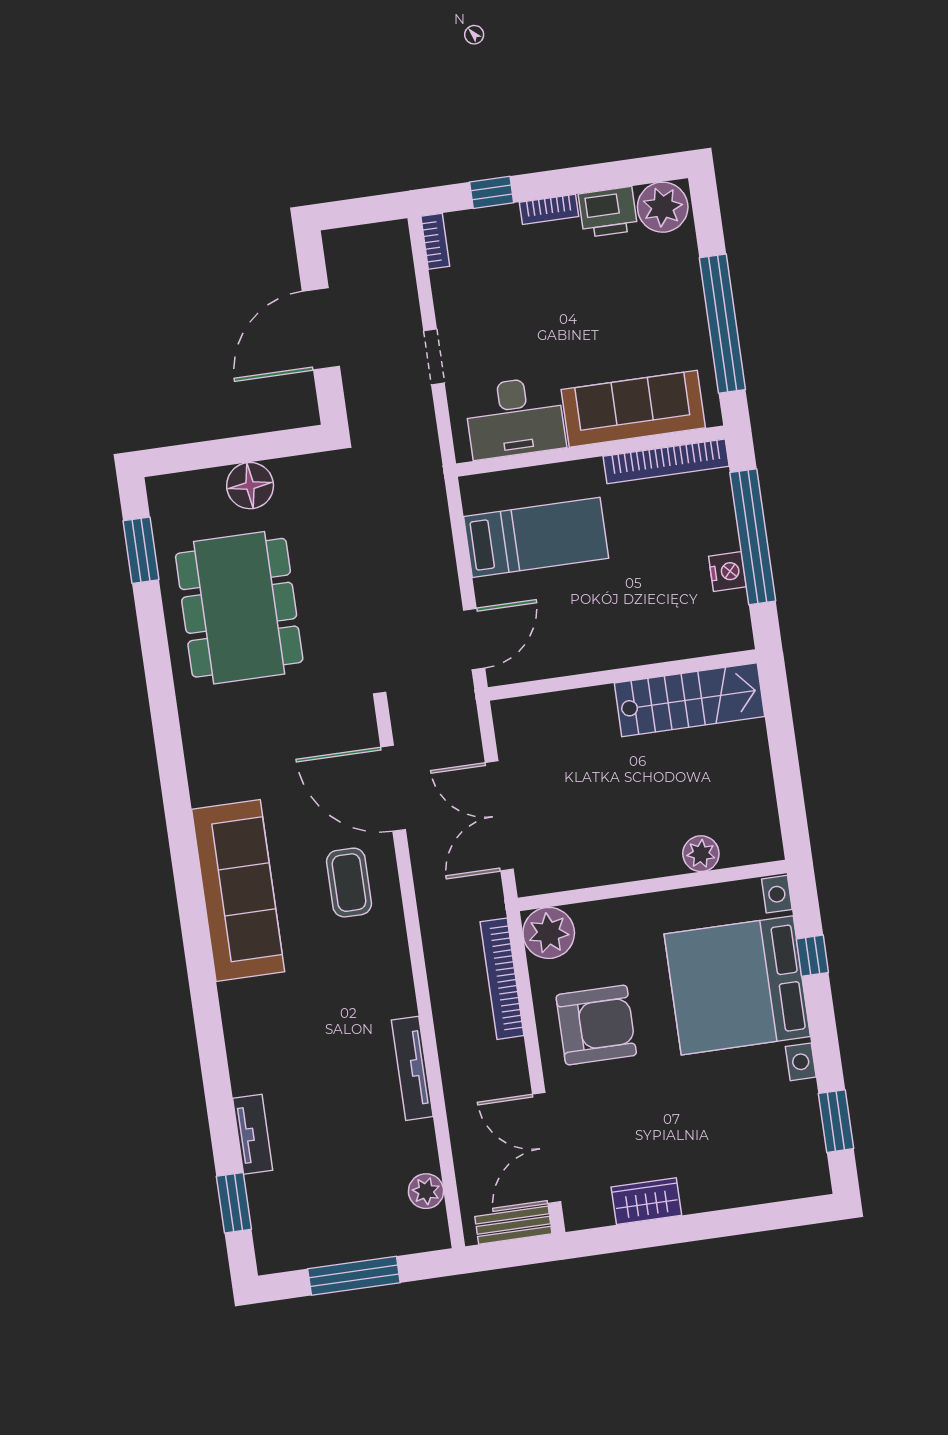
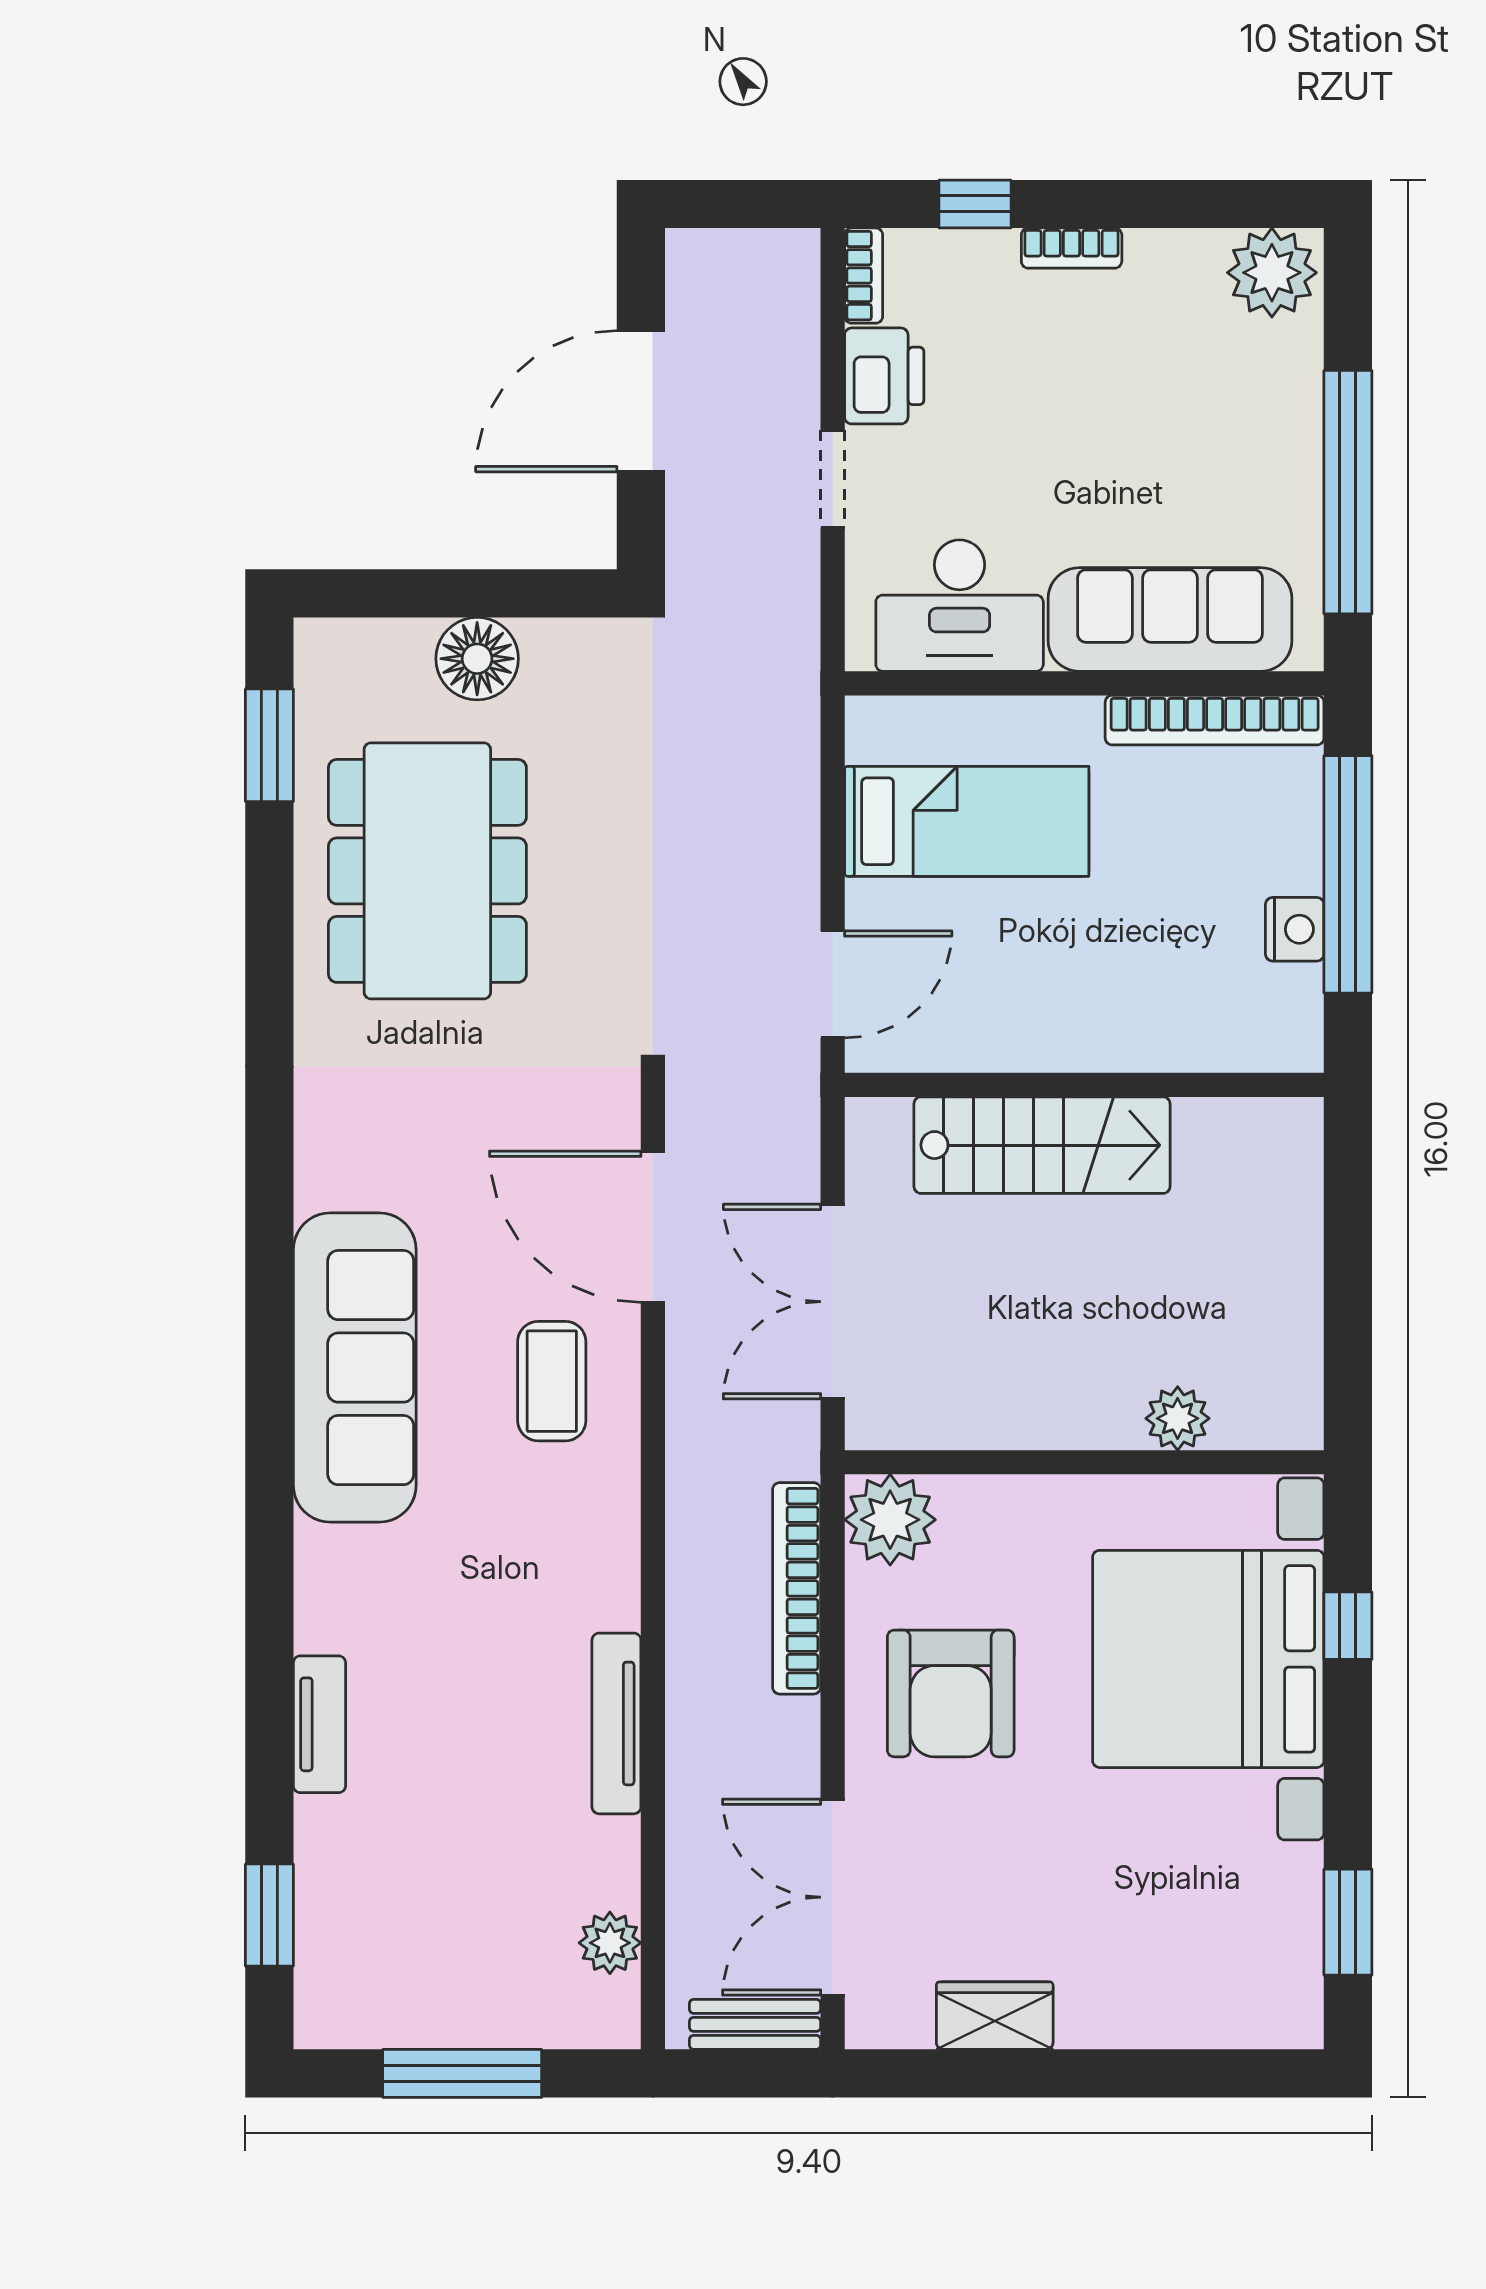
printer: (608, 212) -> (884, 376), moved, turned -90
stairs: (690, 700) -> (1042, 1145), moved
armchair: (596, 1025) -> (951, 1693), turned 90
tv unit: (253, 1134) -> (319, 1724), moved

